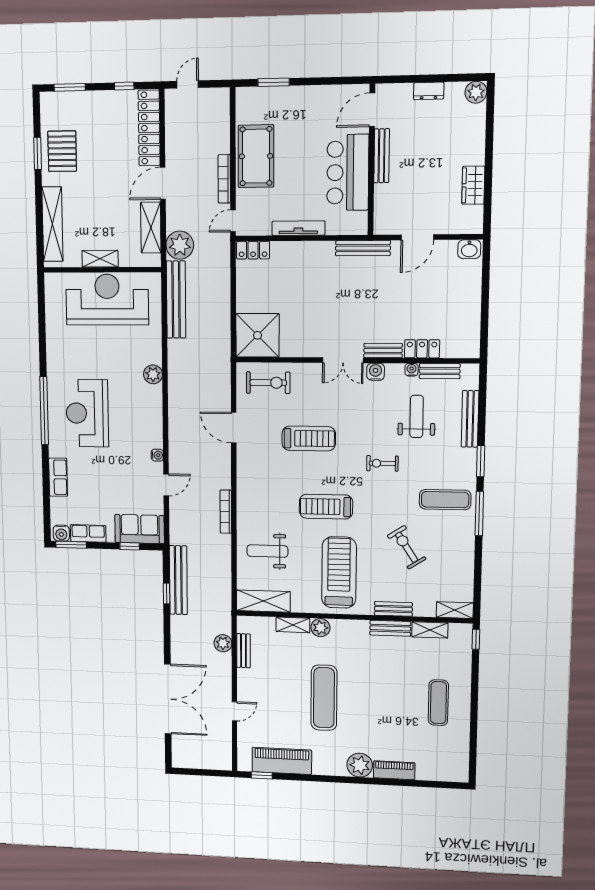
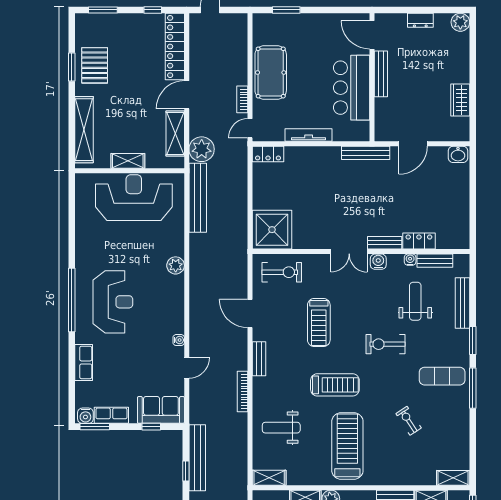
door: (372, 110) -> (372, 35), hinge flipped
bookcase: (224, 179) -> (242, 99), width x0.64
reception desk: (87, 413) -> (113, 302), turned 180
treadmill: (309, 438) -> (319, 323), turned 90
exercise bike: (382, 463) -> (386, 344), width x1.38, depth x1.39
treadmill: (326, 507) -> (335, 385), turned 180
exercise bike: (407, 547) -> (409, 421), width x0.73, depth x0.72
shelving: (263, 601) -> (269, 478), width x0.67, depth x0.75
bench: (393, 609) -> (259, 359), moved, turned 90

